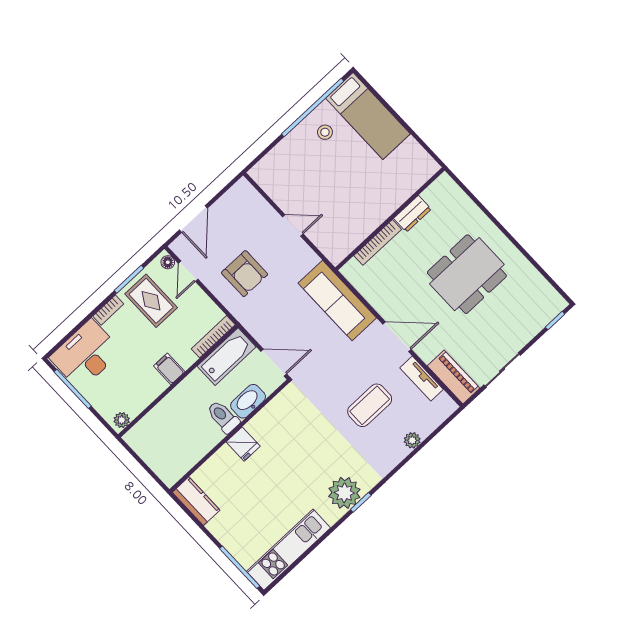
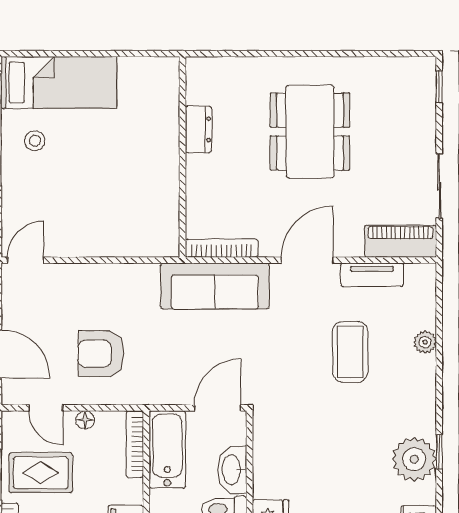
door: (293, 225) -> (26, 260), moved
bookcase: (378, 242) -> (222, 248), moved, turned -90
floor lamp: (168, 262) -> (85, 420), moved
armchair: (245, 274) -> (101, 354), turned 180

